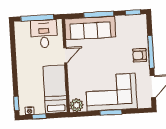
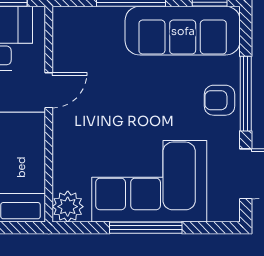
sofa: (90, 28) -> (183, 31), moved
window: (111, 112) -> (146, 228), width x1.44

